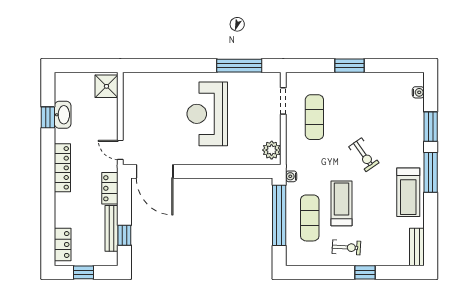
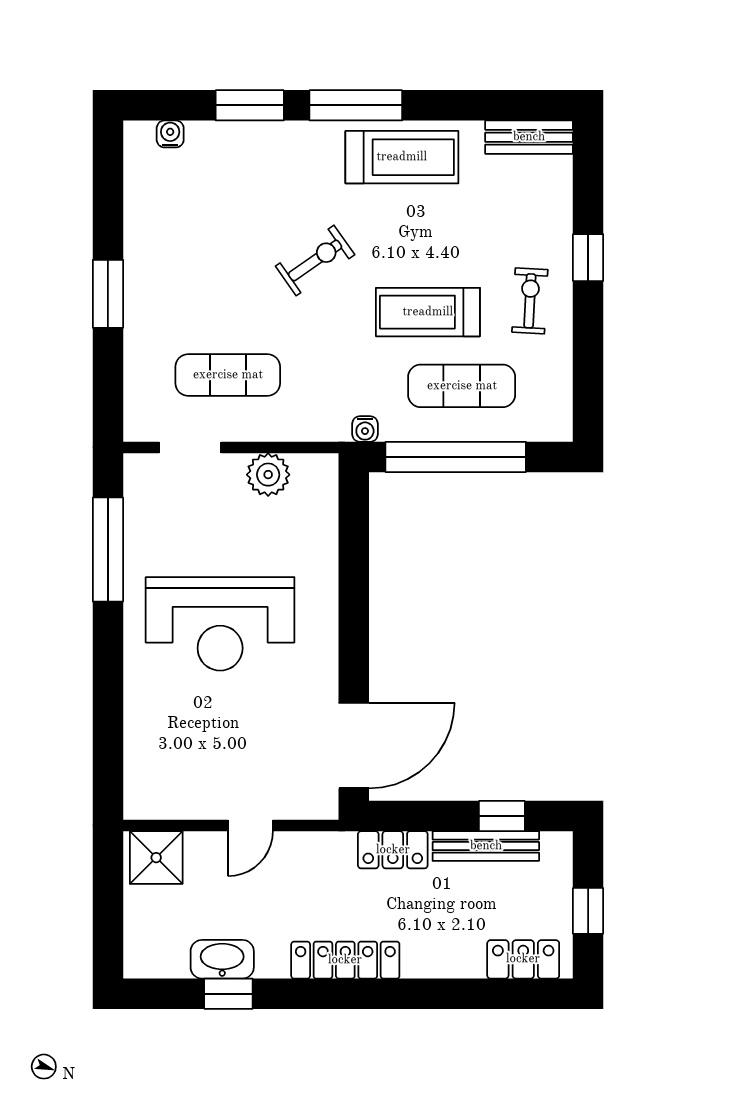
door: (120, 150) -> (250, 825), moved
plant: (272, 150) -> (268, 475), moved

